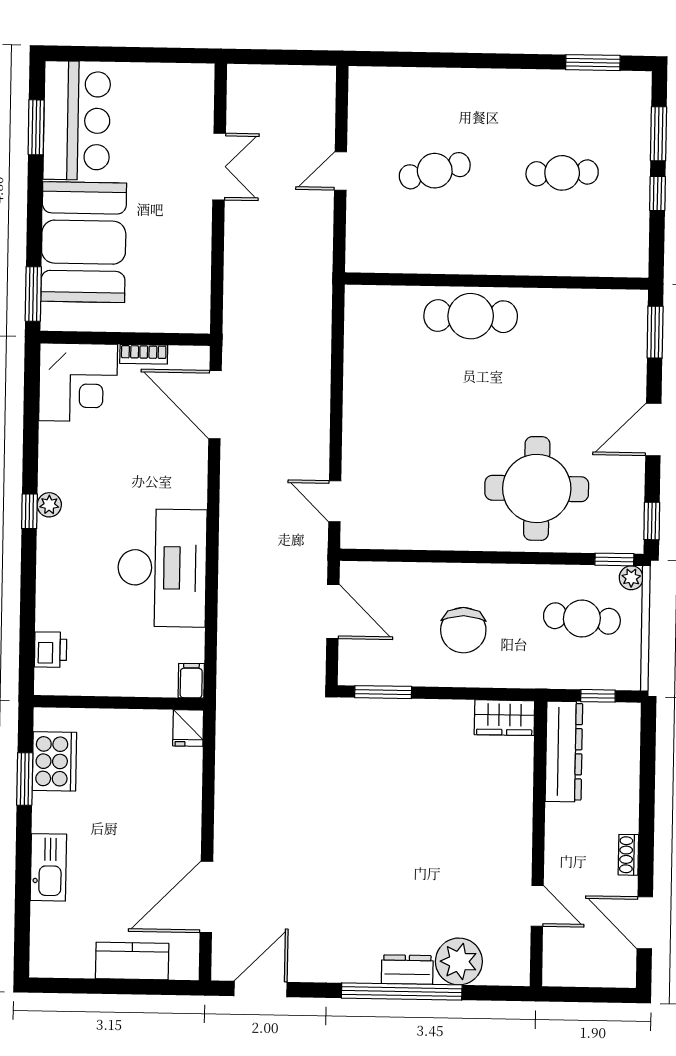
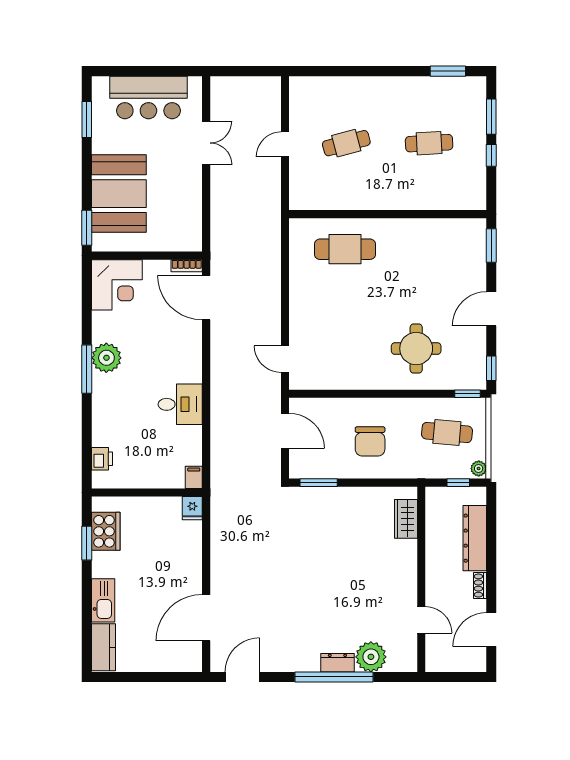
bar counter: (77, 120) -> (148, 97), moved, turned 90
cafe table: (471, 316) -> (345, 249), moved
bookcase: (144, 354) -> (187, 266), moved
round table: (537, 488) -> (416, 349), width x0.73, depth x0.73
plant: (49, 505) -> (106, 358), width x1.88, depth x1.88
window: (29, 511) -> (87, 369), width x2.17
desk: (162, 568) -> (180, 404), width x0.53, depth x0.77
plant: (631, 578) -> (479, 468), moved
wardrobe: (504, 718) -> (406, 519), moved, turned 90
dresser: (564, 752) -> (475, 538), moved, turned 180
door: (645, 923) -> (491, 630), hinge flipped
kitchen counter: (132, 961) -> (103, 647), moved, turned 90

